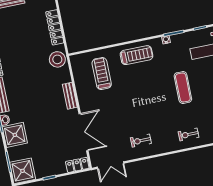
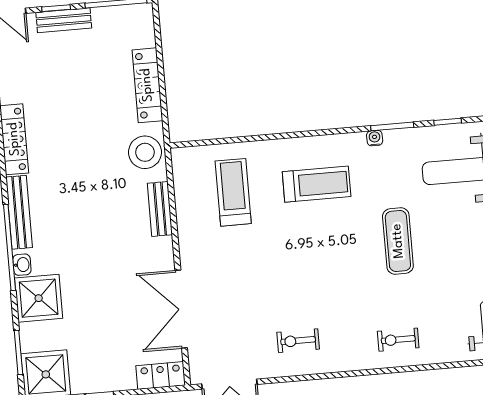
treadmill: (136, 55) -> (317, 184), moved
bench: (70, 96) -> (160, 209), moved
double door: (83, 132) -> (181, 309), swing flipped

